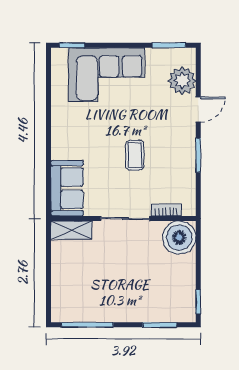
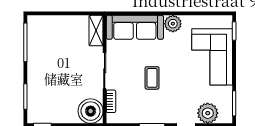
plant: (62, 127) -> (173, 24), added
coffee table: (135, 155) -> (152, 78), turned 90
sofa: (67, 188) -> (135, 27), width x1.36

